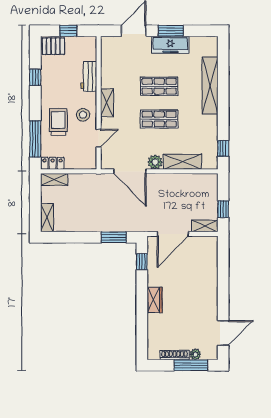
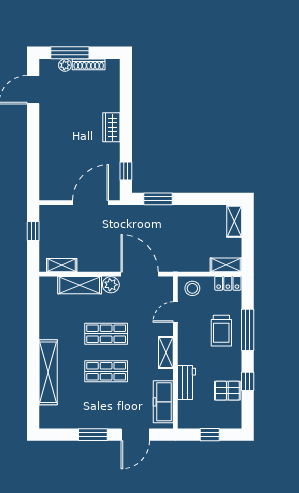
freezer: (170, 45) -> (163, 402), moved, turned -90
pallet: (53, 46) -> (227, 391), moved
stool: (83, 115) -> (192, 288), moved
window: (35, 139) -> (248, 330), moved
window: (223, 148) -> (33, 300), removed
shelving: (205, 226) -> (62, 265), moved

